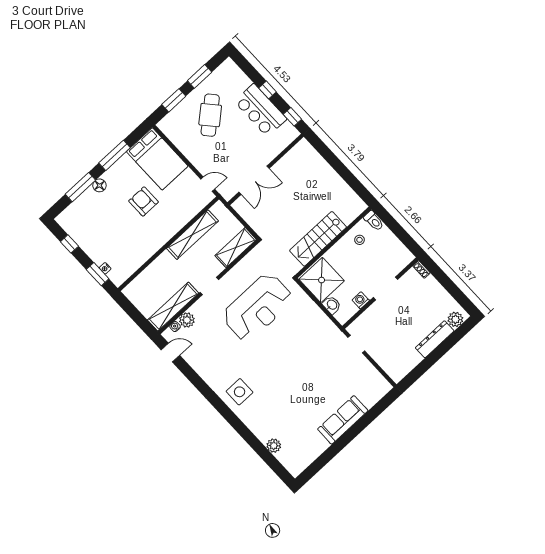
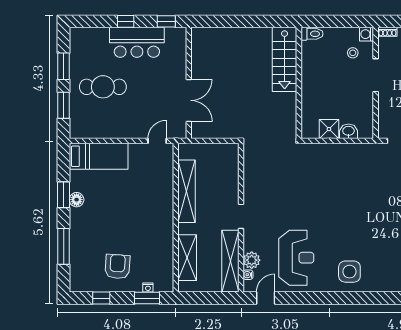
cafe table: (210, 115) -> (103, 87), turned -49
window: (115, 155) -> (64, 195), width x0.69
bed: (157, 159) -> (99, 156), width x0.67
floor lamp: (99, 185) -> (77, 200), moved
armchair: (143, 201) -> (117, 267), moved, turned 94
stairs: (318, 239) -> (285, 59), moved
stool: (360, 240) -> (353, 53), moved
shelving: (236, 248) -> (187, 258), moved
shower: (322, 280) -> (329, 129), width x0.54, depth x0.54
washing machine: (361, 300) -> (367, 34), moved
reception desk: (258, 307) -> (296, 258), moved, width x0.74, depth x0.77

